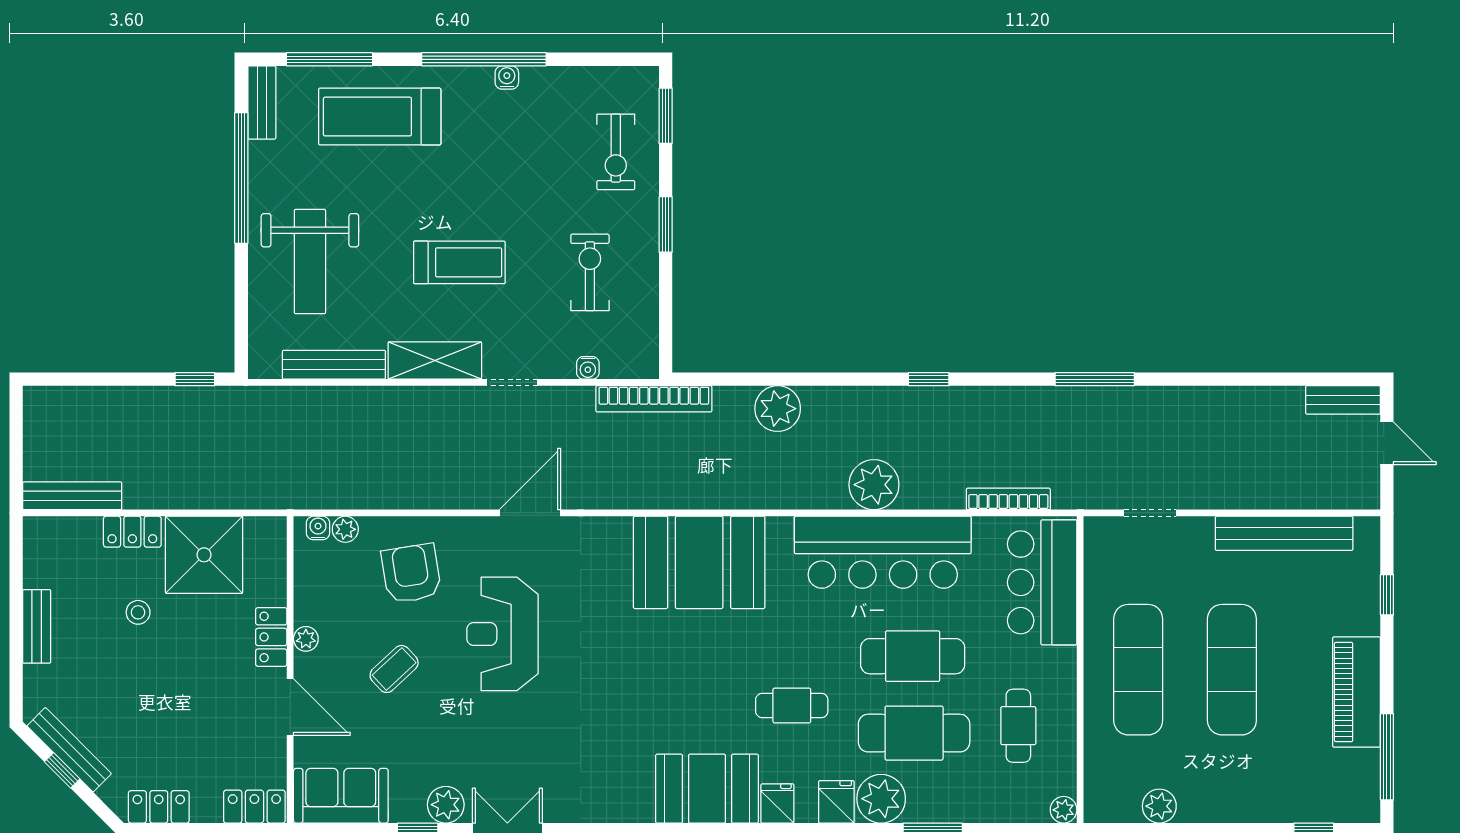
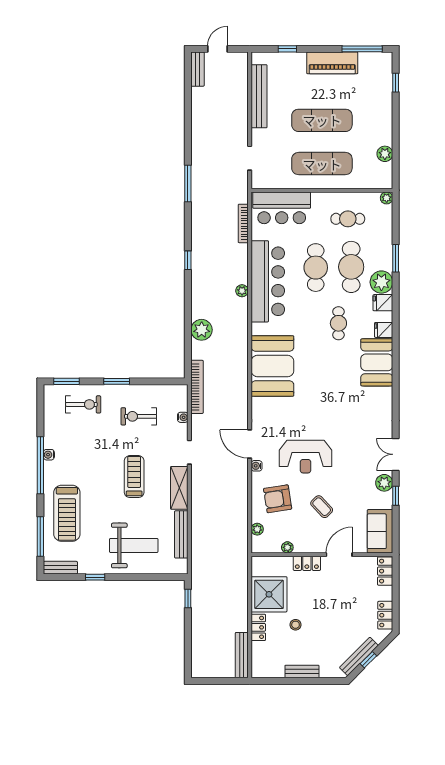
window: (241, 178) -> (95, 577), width x0.32
plant: (874, 485) -> (242, 291), width x0.53, depth x0.53
water cooler: (318, 528) -> (257, 466), moved
plant: (306, 639) -> (287, 547), moved

